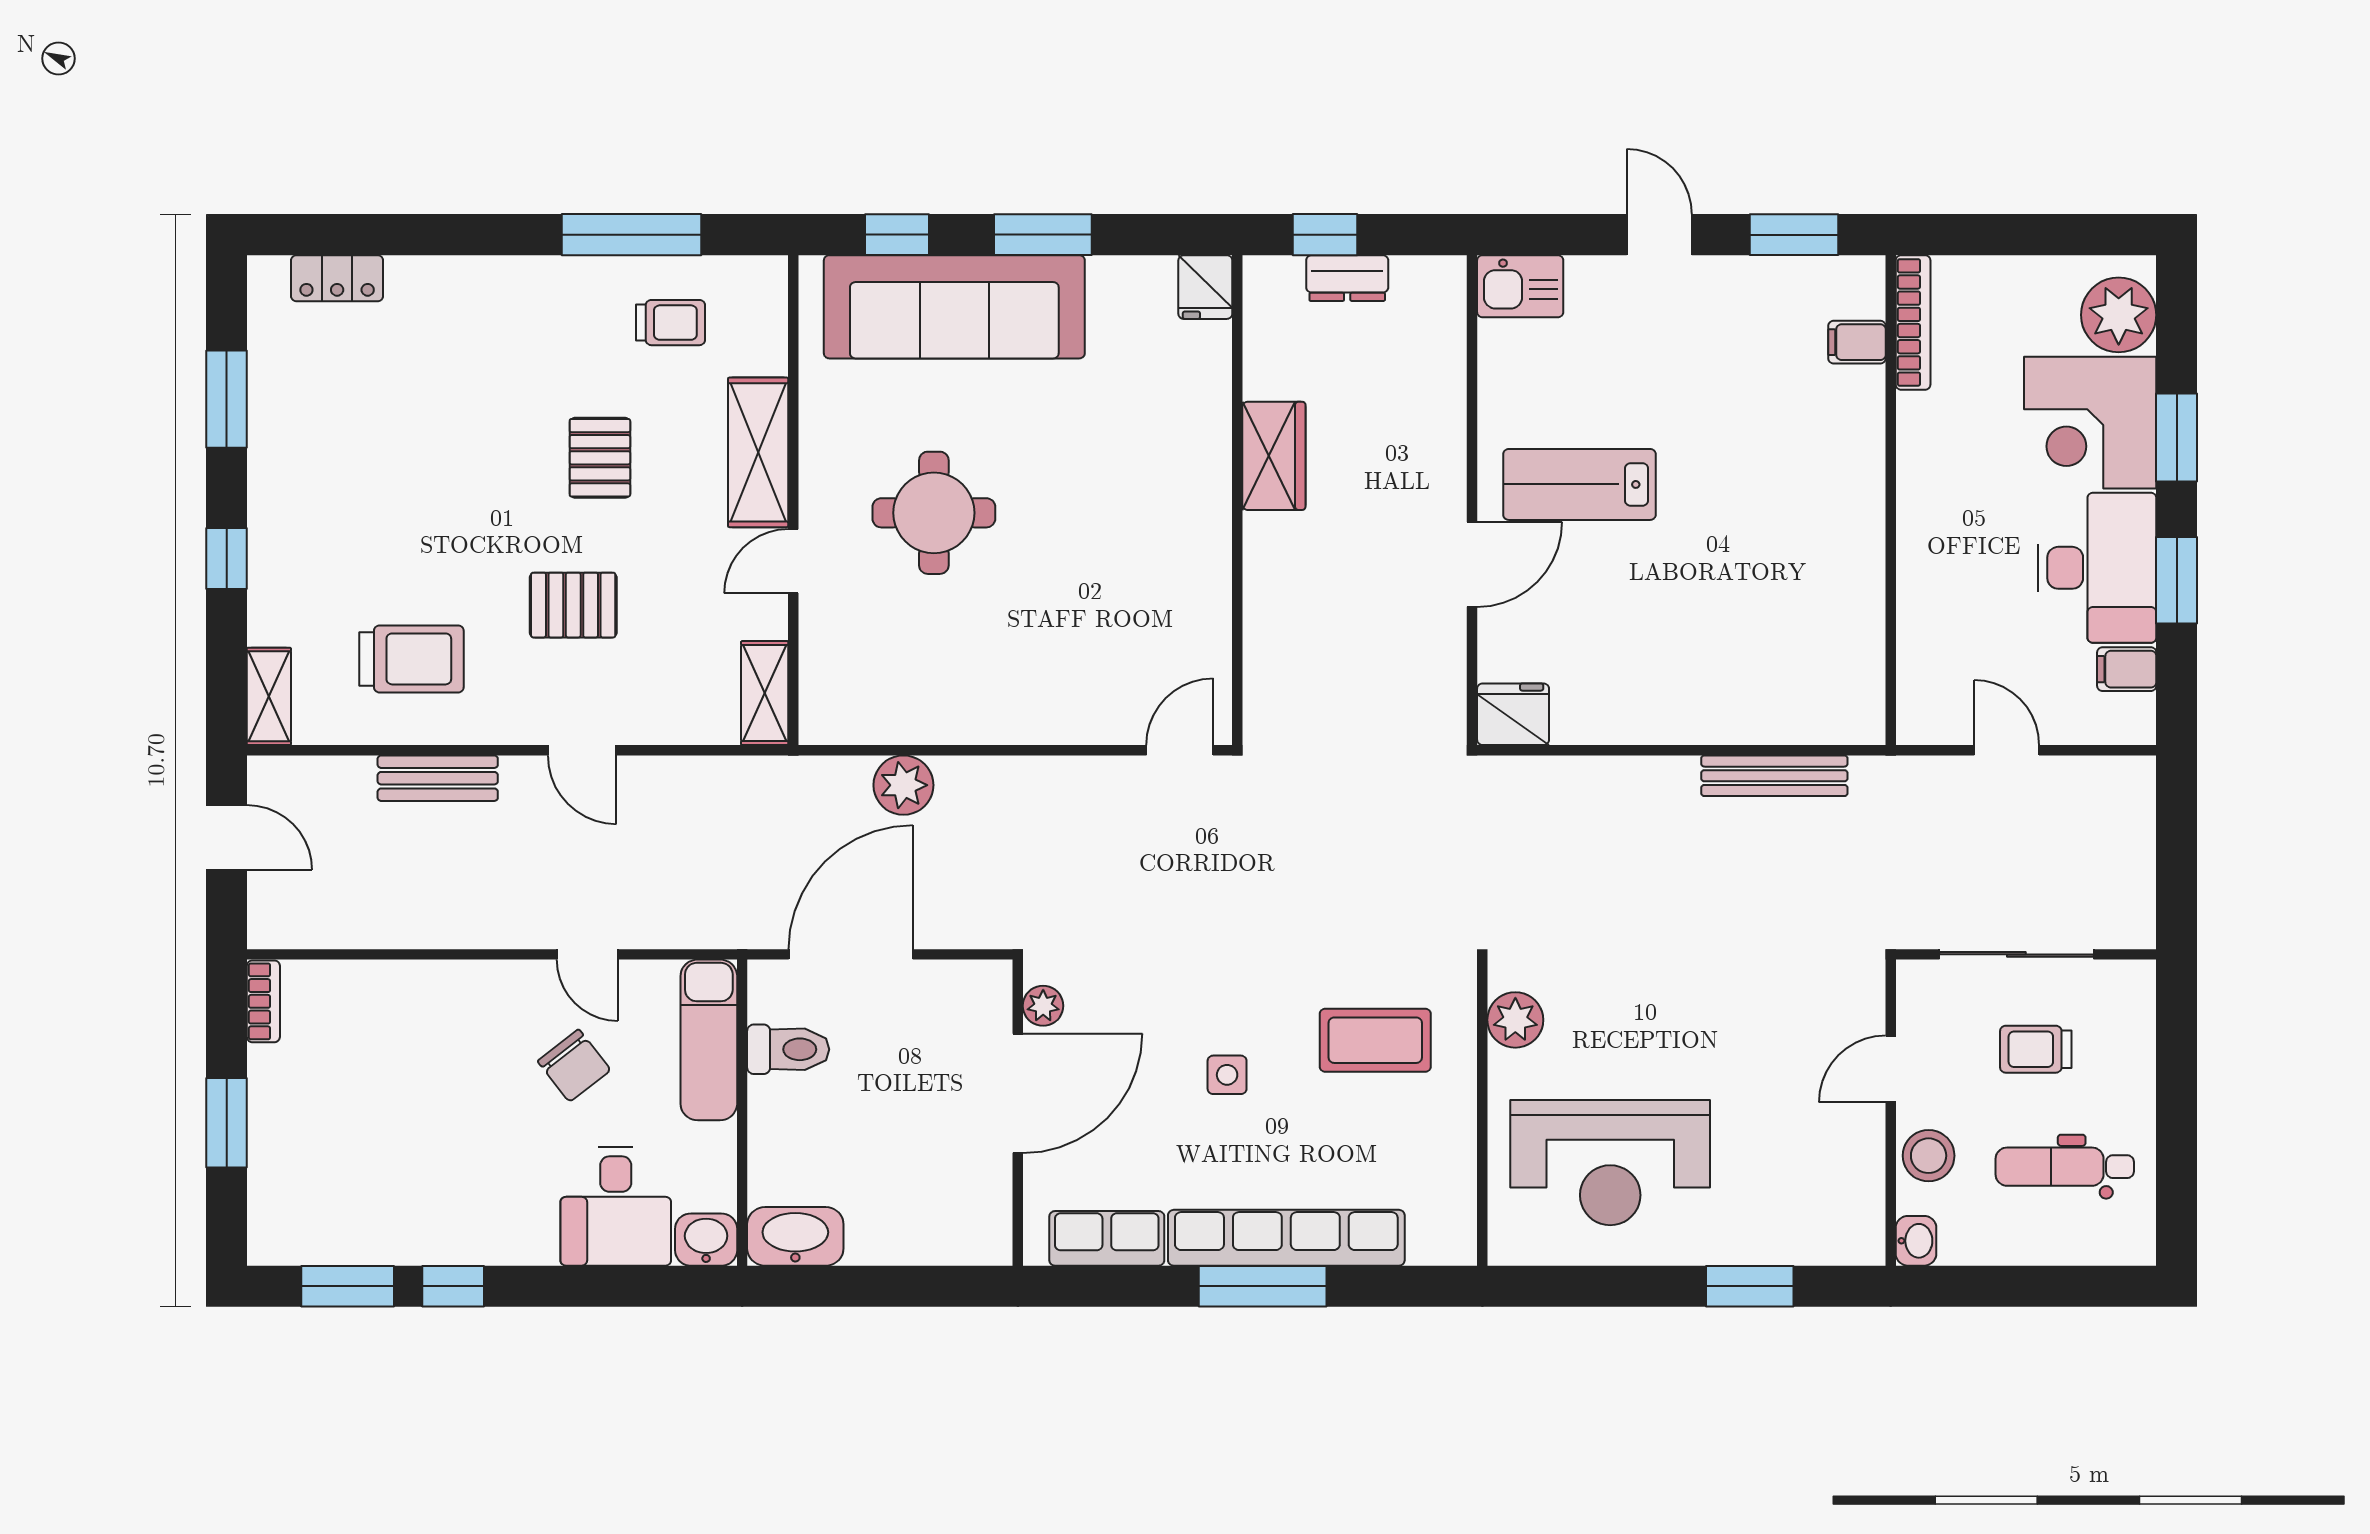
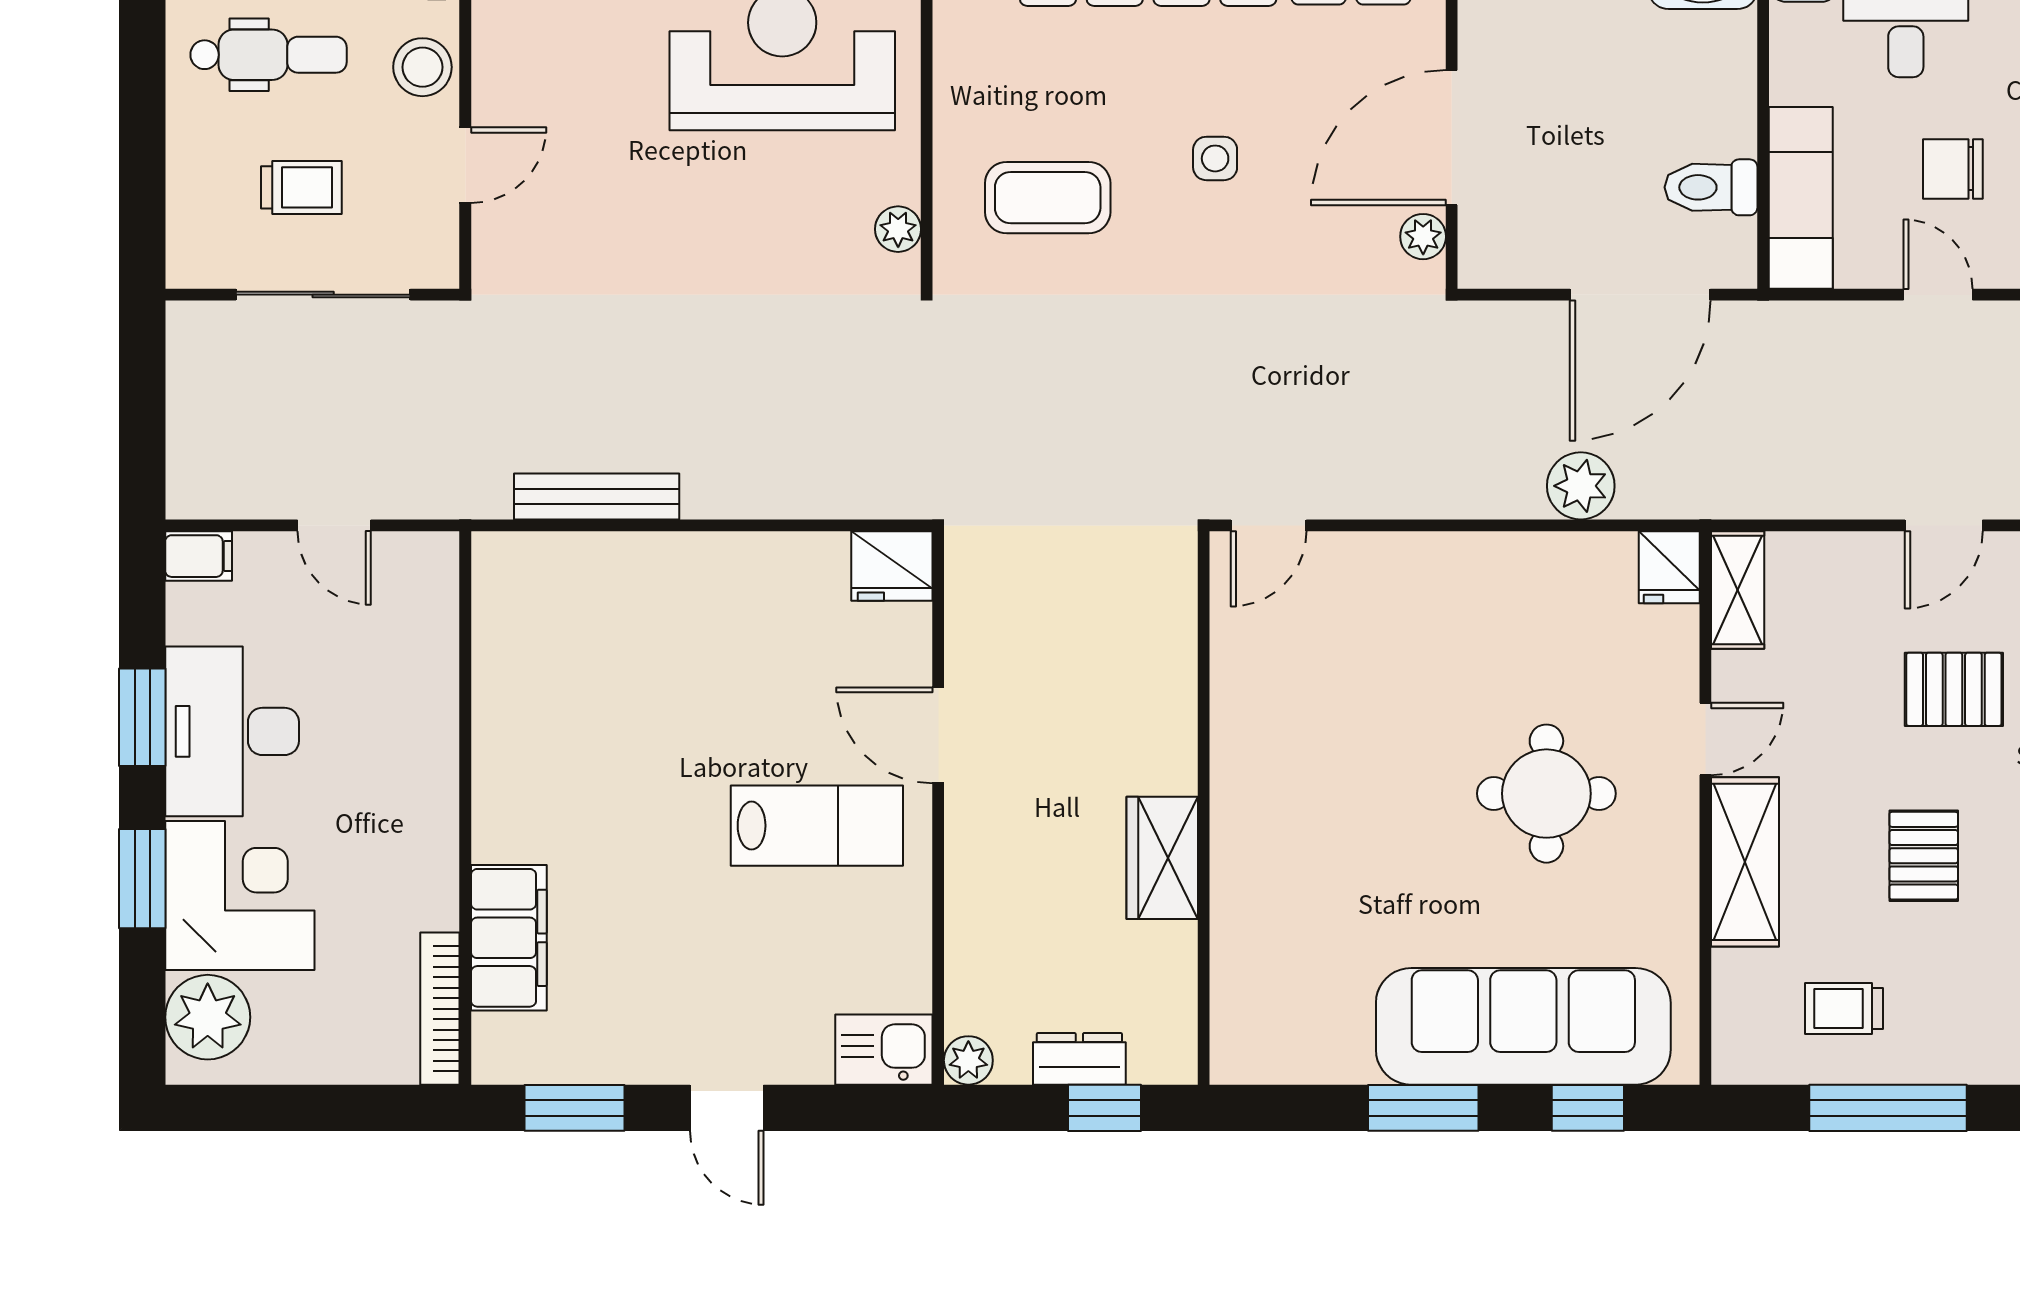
plant: (1445, 277) -> (968, 1060), added
fridge: (1205, 287) -> (1669, 567), moved, turned 180
filing cabinet: (1857, 342) -> (509, 938), width x3.00, depth x1.17
door: (1472, 564) -> (938, 735), hinge flipped
filing cabinet: (2127, 669) -> (199, 556), moved
door: (582, 750) -> (1944, 525), swing flipped
plant: (1515, 1020) -> (898, 229), width x0.73, depth x0.73
chair: (574, 1066) -> (1953, 169), turned -52

